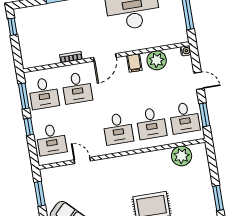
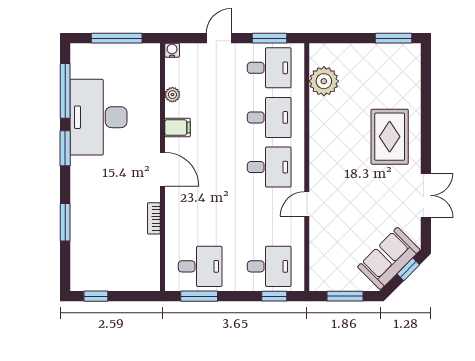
plant: (157, 60) -> (172, 95), width x0.53, depth x0.53
desk: (77, 88) -> (200, 217), removed
window: (29, 127) -> (274, 296), moved
door: (82, 160) -> (307, 204), moved

